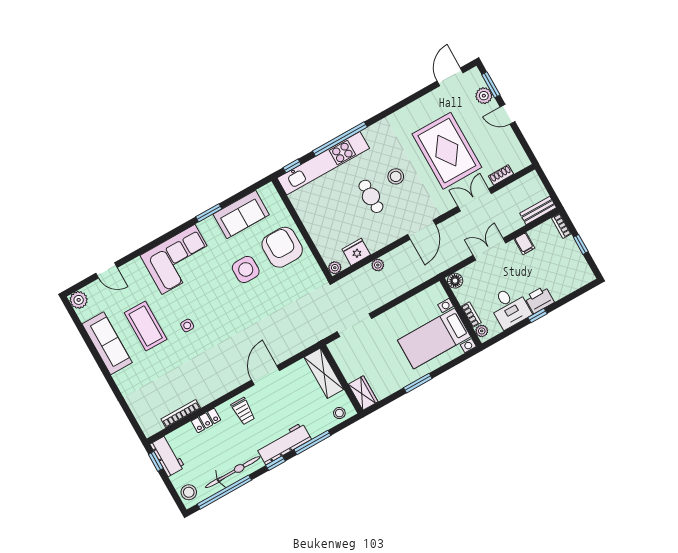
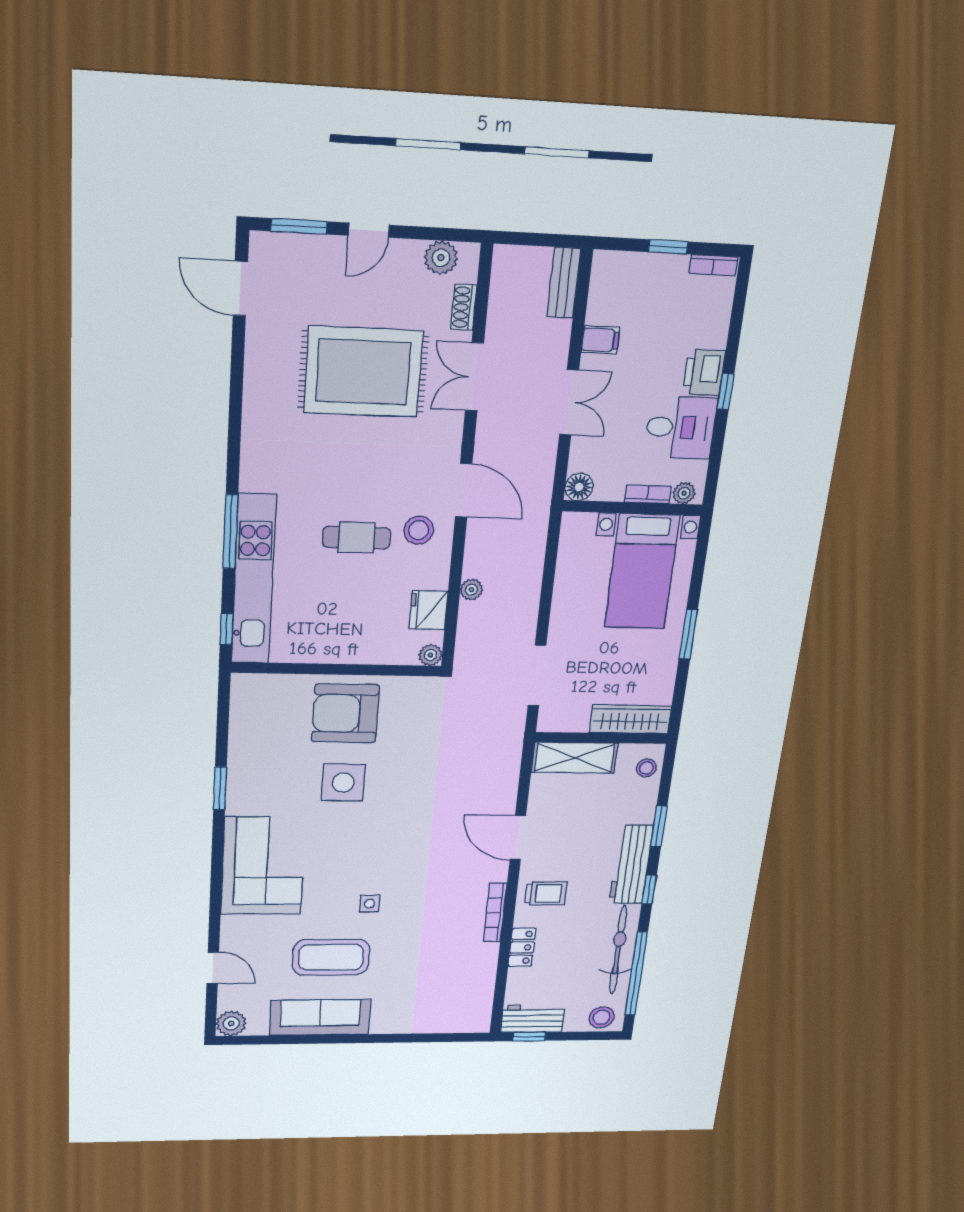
plant: (484, 96) -> (441, 258), moved
window: (340, 139) -> (230, 532), width x0.68
stool: (396, 176) -> (419, 530), moved
sofa: (241, 214) -> (254, 744), removed
bookcase: (561, 226) -> (713, 265), moved
double door: (489, 249) -> (569, 402), swing flipped
door: (106, 270) -> (213, 968), hinge flipped
wardrobe: (363, 393) -> (630, 719), width x1.50
bookcase: (181, 414) -> (495, 913), moved
window: (312, 442) -> (659, 827), width x0.69

